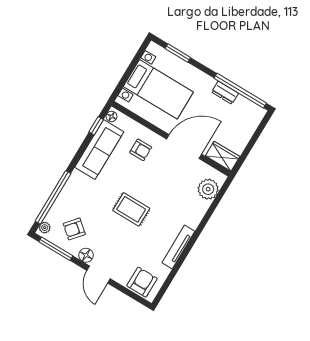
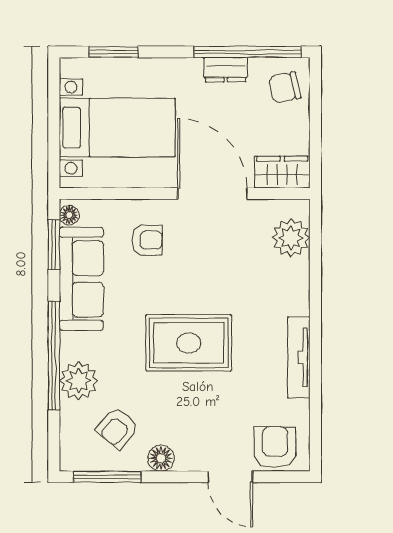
chair: (247, 118) -> (285, 88), added
window: (96, 126) -> (54, 244), width x1.50
door: (184, 147) -> (212, 194), hinge flipped
window: (53, 197) -> (54, 355), moved
rug: (131, 209) -> (189, 343), width x1.36, depth x1.43
plant: (45, 228) -> (79, 381), moved, width x1.87, depth x1.87
door: (99, 275) -> (230, 477), moved

